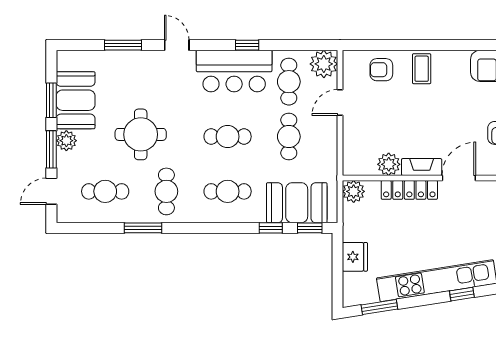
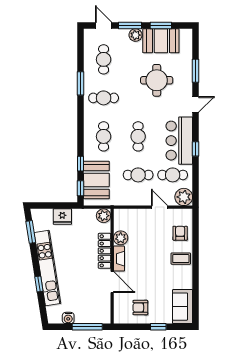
round table: (141, 134) -> (157, 80), moved

